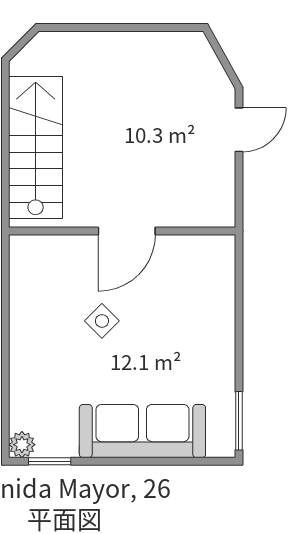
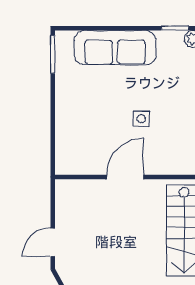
side table: (102, 321) -> (141, 119), turned 45

